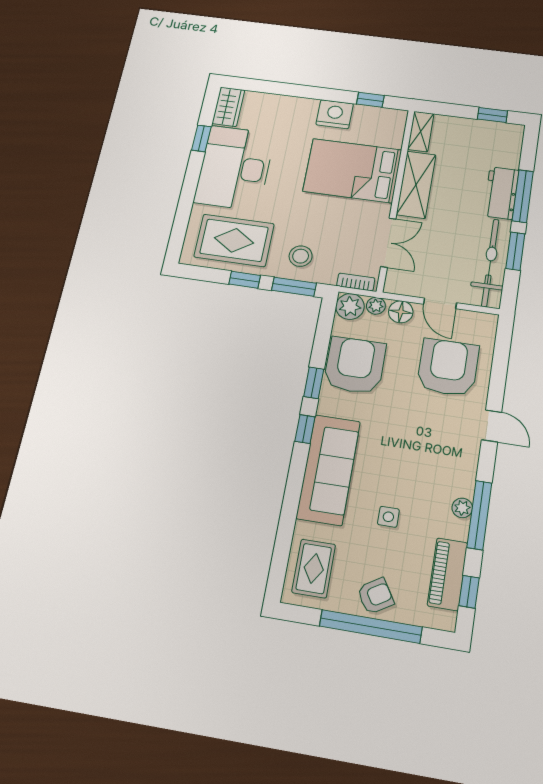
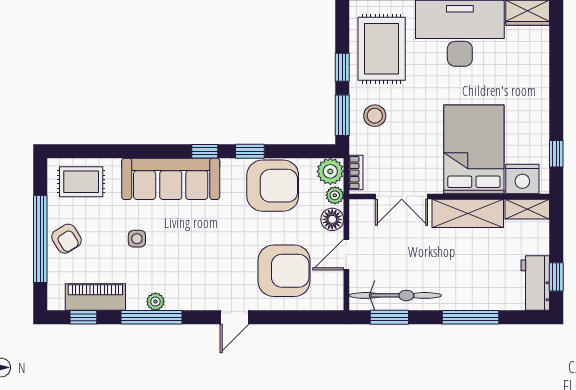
nightstand: (335, 114) -> (522, 179), moved, turned 90
workbench: (501, 193) -> (535, 283), moved, turned -90
window: (515, 251) -> (389, 317), moved

